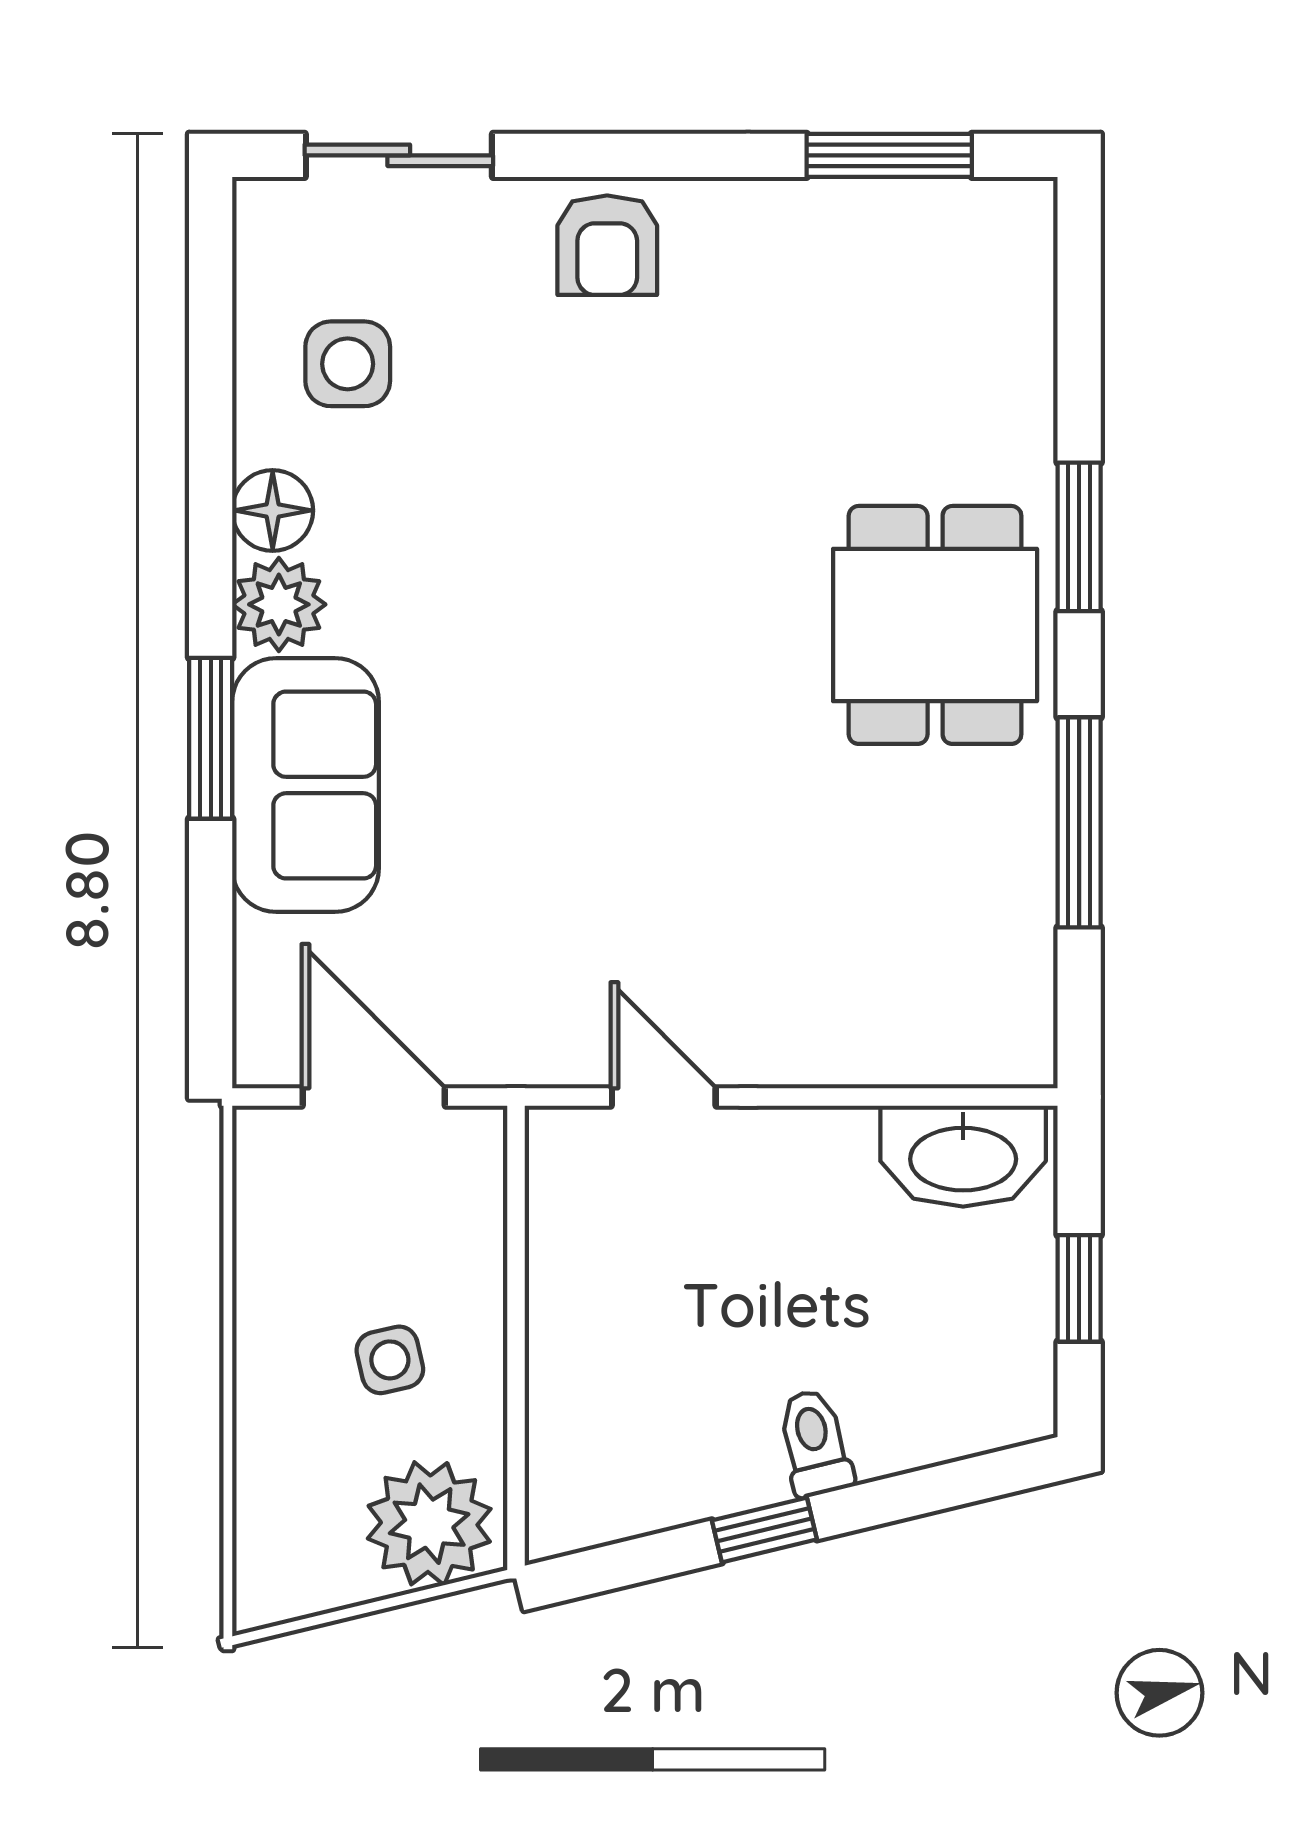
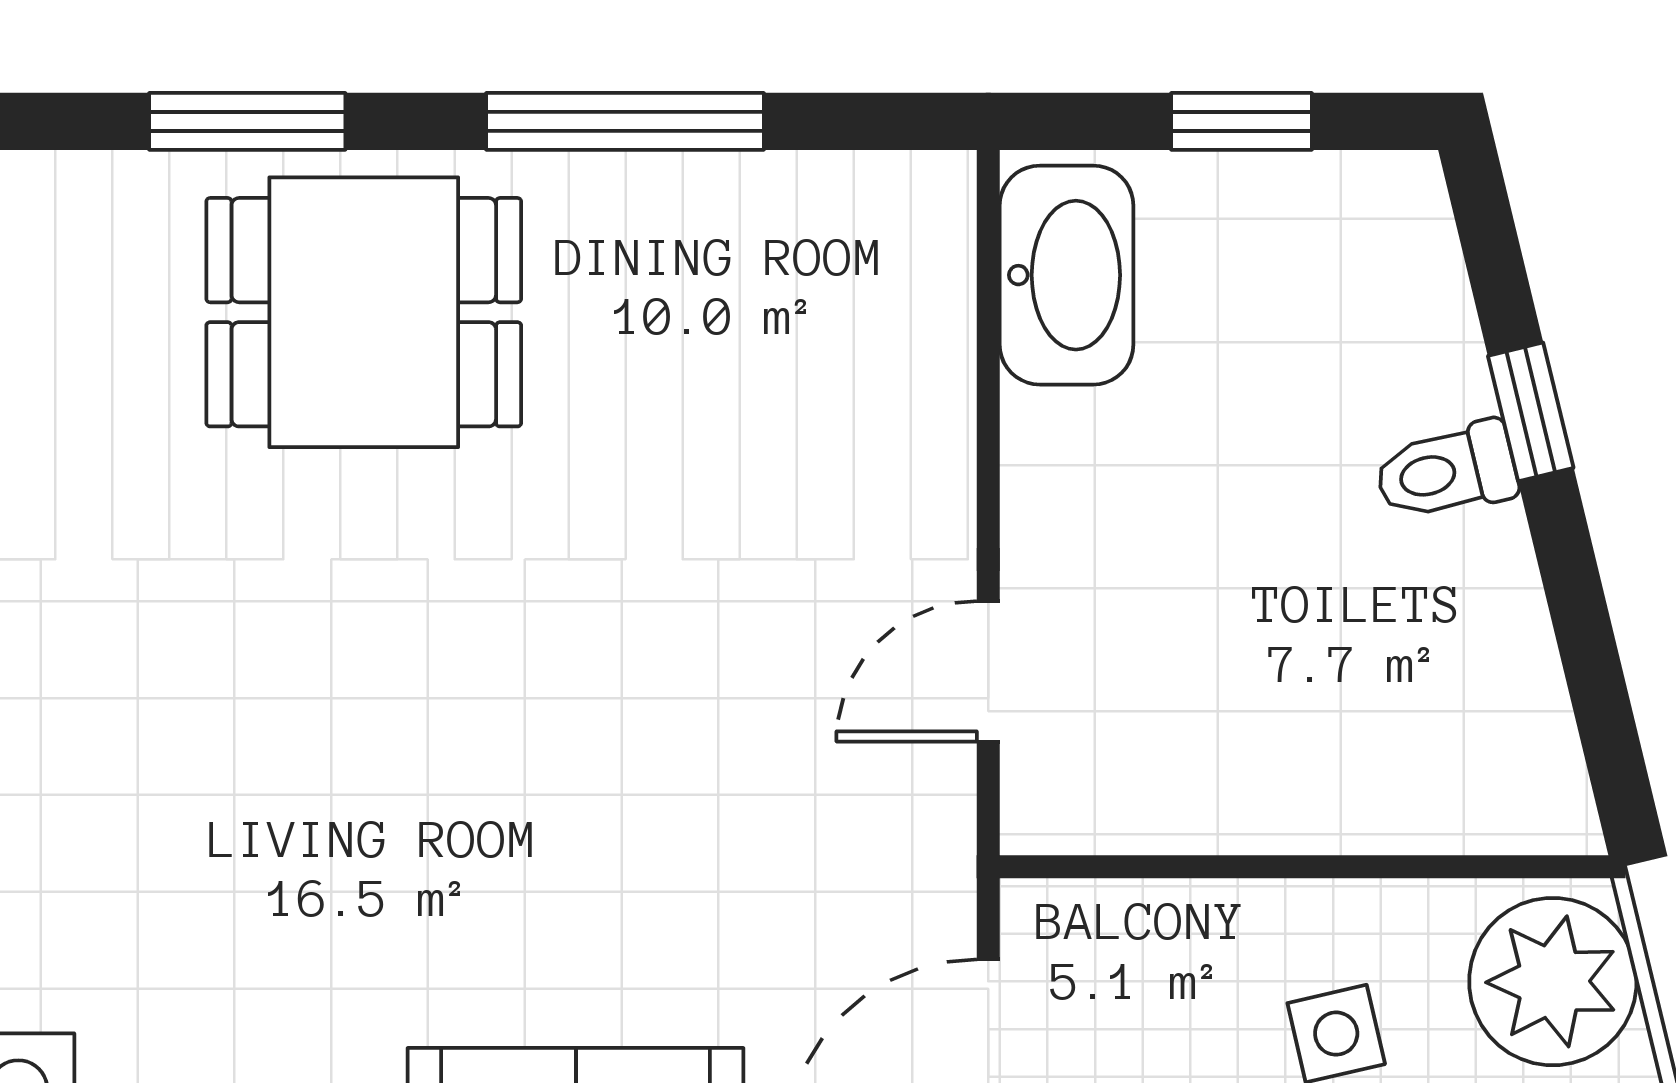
window: (764, 1530) -> (1531, 412), moved

